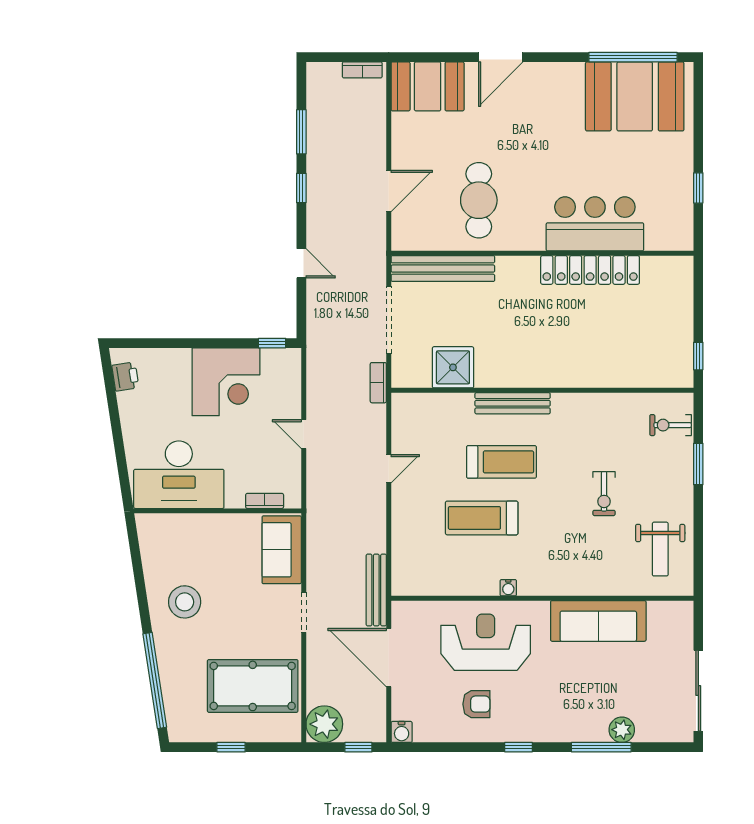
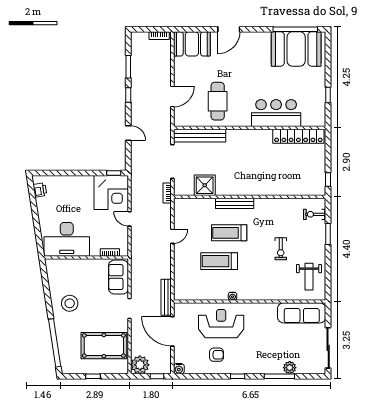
locker: (590, 270) -> (298, 136), moved
corner desk: (226, 382) -> (111, 193), moved
treadmill: (501, 462) -> (229, 233), turned 180
sofa: (598, 621) -> (302, 313), moved

